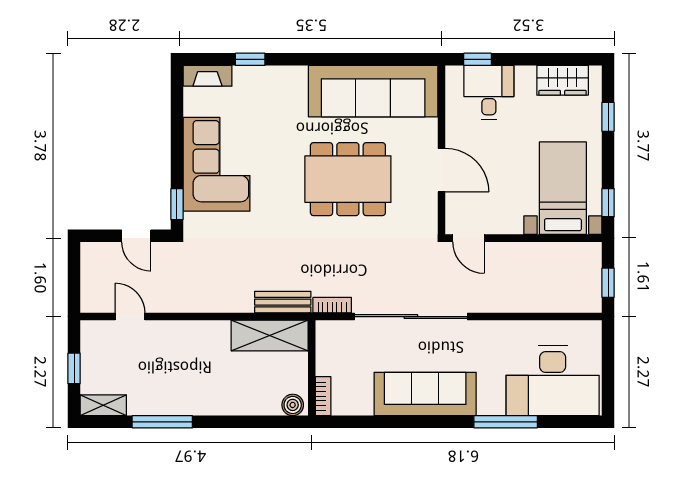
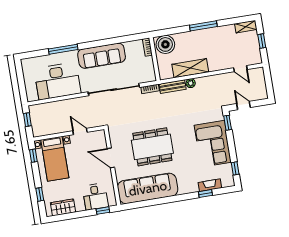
fireplace: (207, 76) -> (210, 185), moved
window: (177, 103) -> (235, 168), added
door: (469, 238) -> (80, 131), moved
plant: (243, 303) -> (191, 83), added
shelving: (270, 336) -> (190, 68), moved
desk: (553, 381) -> (57, 81), moved, turned 180
boiler: (293, 405) -> (165, 44), width x1.86, depth x1.86
window: (162, 422) -> (203, 26), moved

